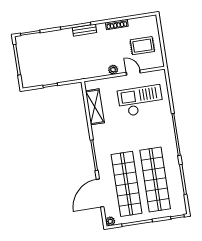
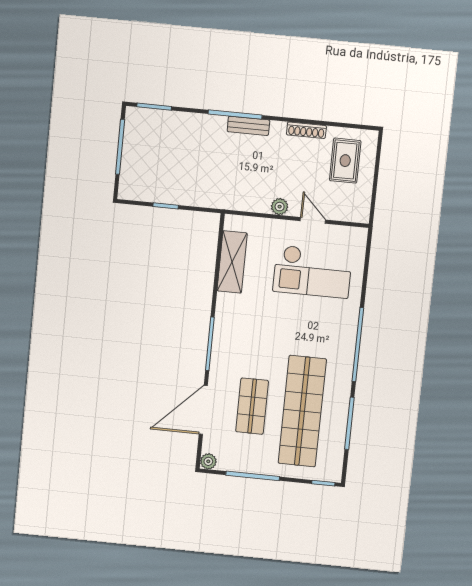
rug: (142, 46) -> (345, 161), moved, turned 90
checkout: (140, 101) -> (313, 272), turned 180
shop shelf: (127, 184) -> (252, 406), width x0.50, depth x0.74

